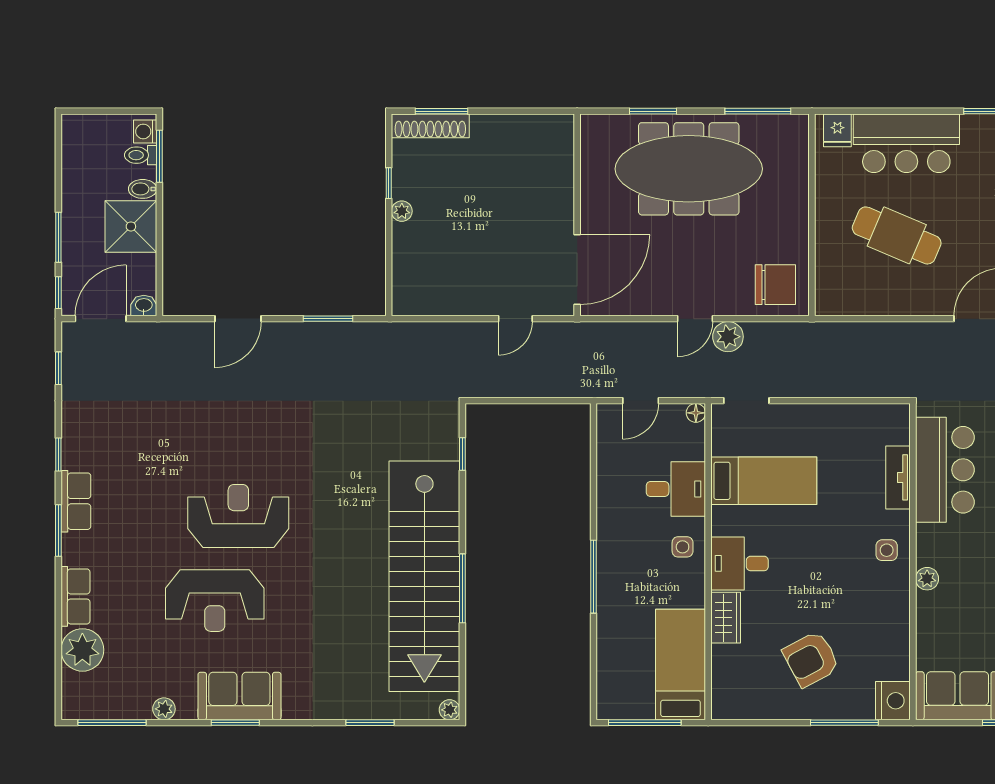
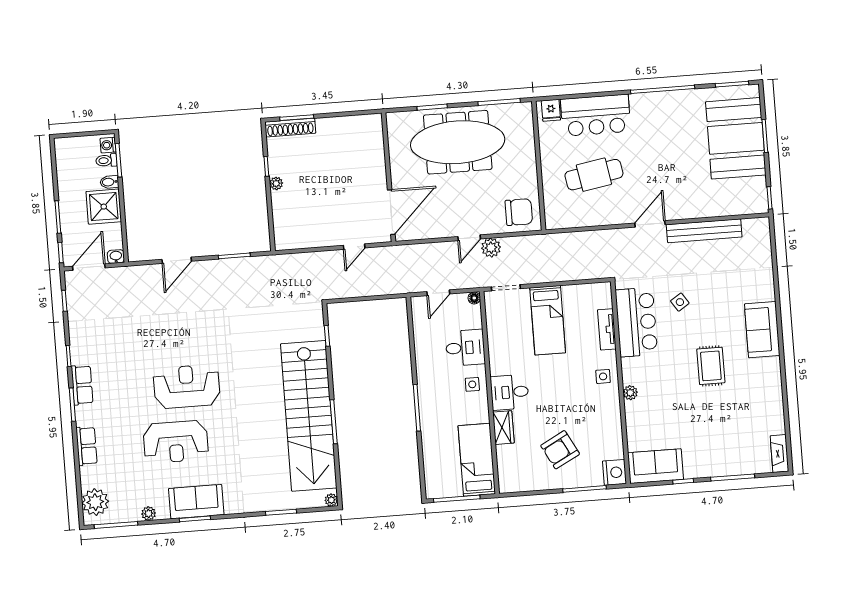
cafe table: (897, 235) -> (594, 175), turned -33
bed: (764, 481) -> (548, 320), moved, turned 90
plant: (82, 650) -> (95, 502), moved

